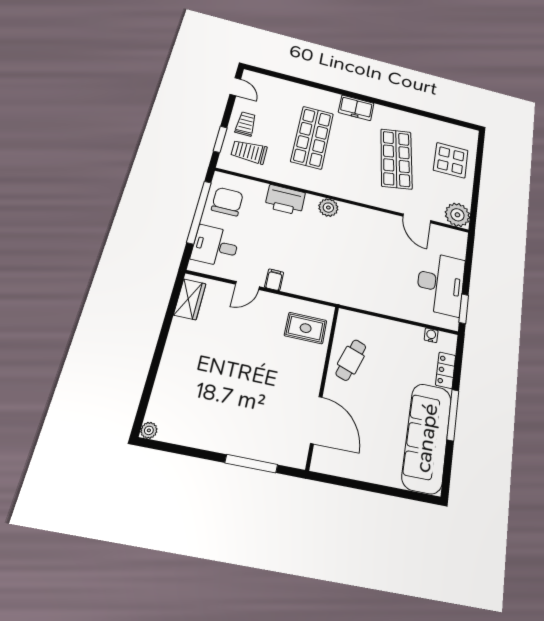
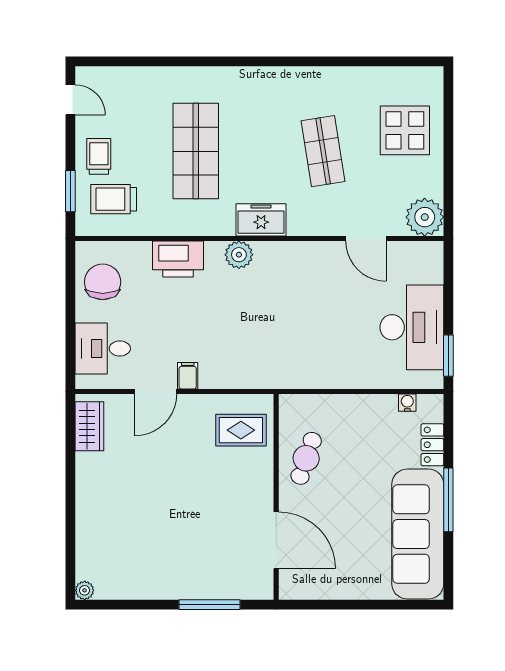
freezer: (356, 108) -> (261, 220), moved, turned 180
shop shelf: (396, 159) -> (323, 151), width x0.70, depth x0.74
window: (199, 212) -> (70, 307), removed
door: (247, 286) -> (156, 392), width x1.38

